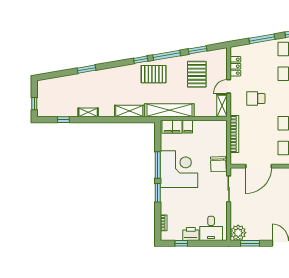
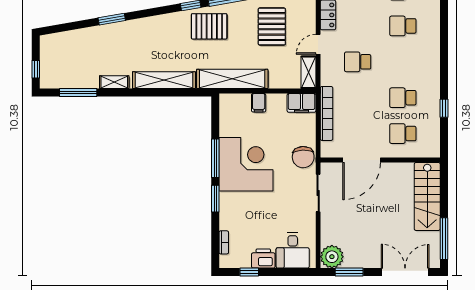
shelving: (129, 111) -> (164, 80), width x1.47
window: (63, 120) -> (78, 93), width x2.17
filing cabinet: (172, 127) -> (302, 103), moved

